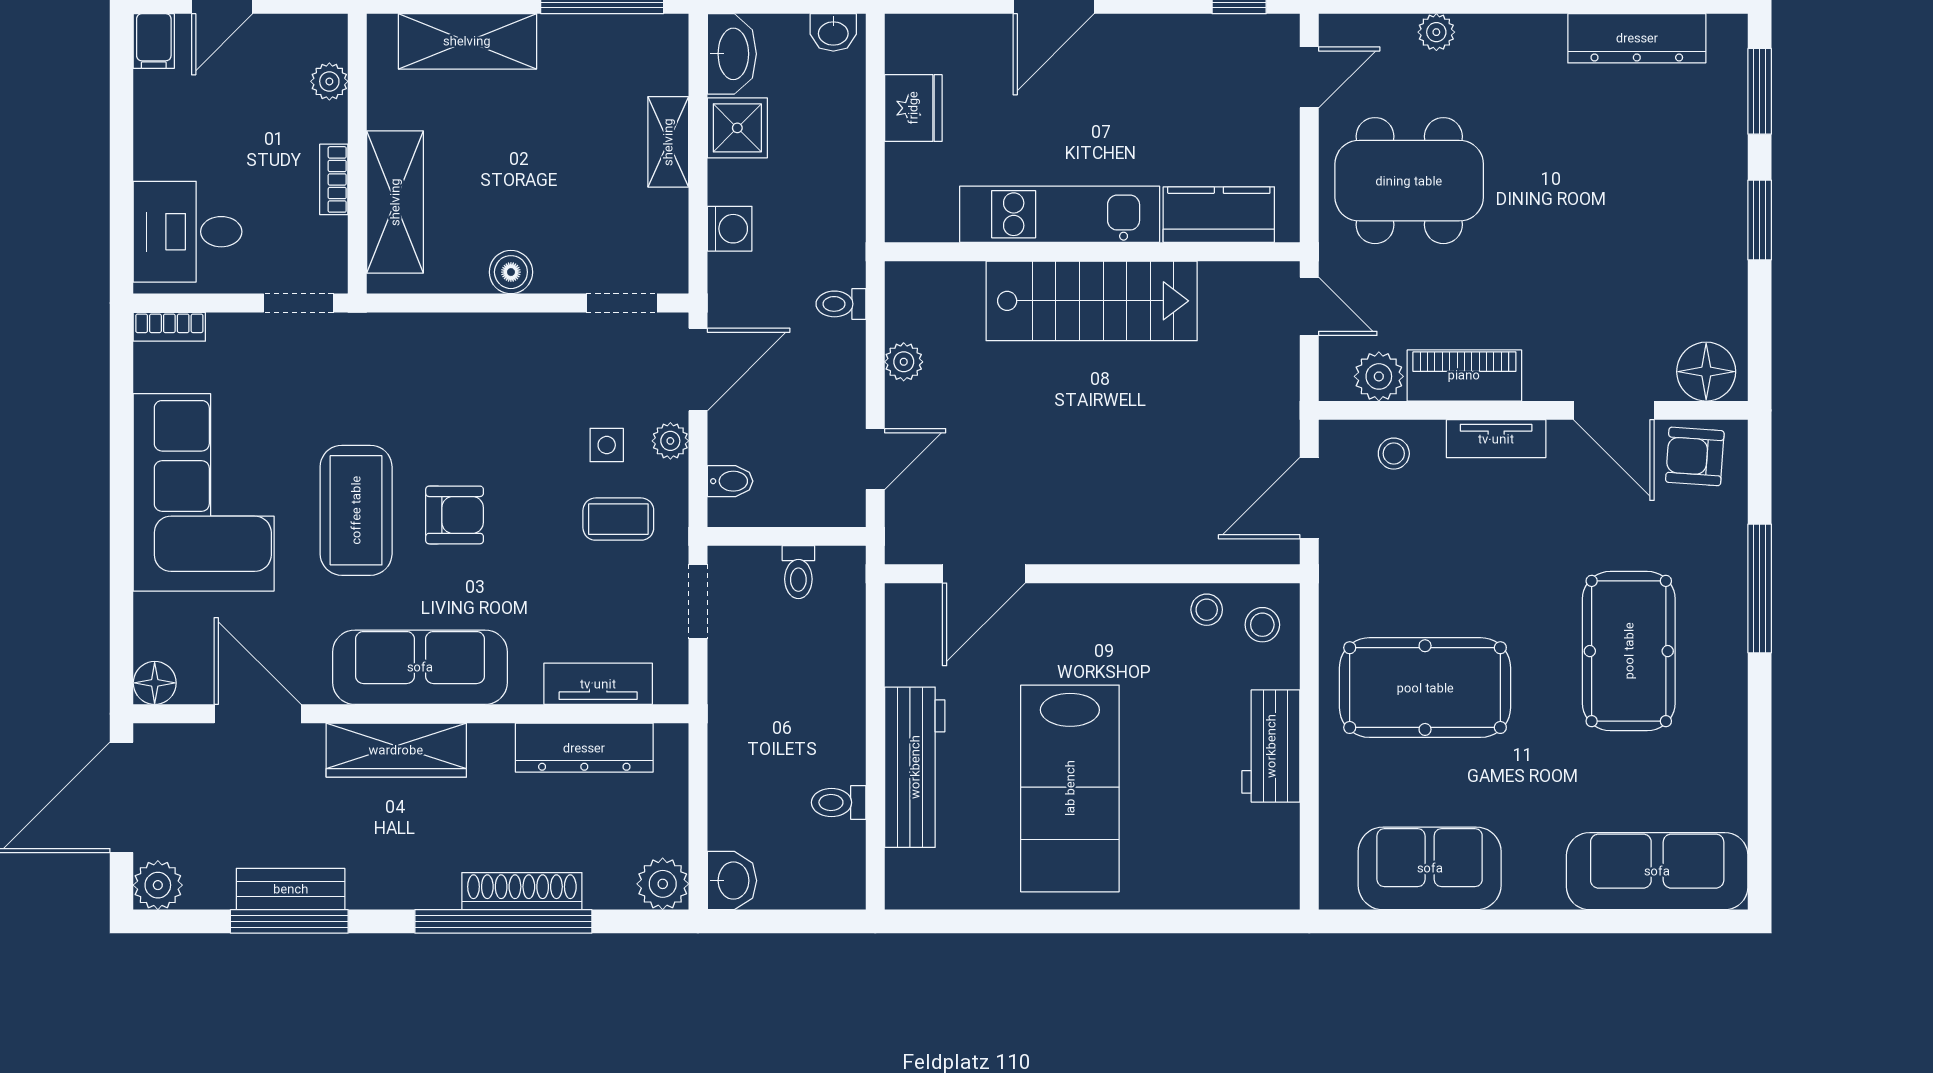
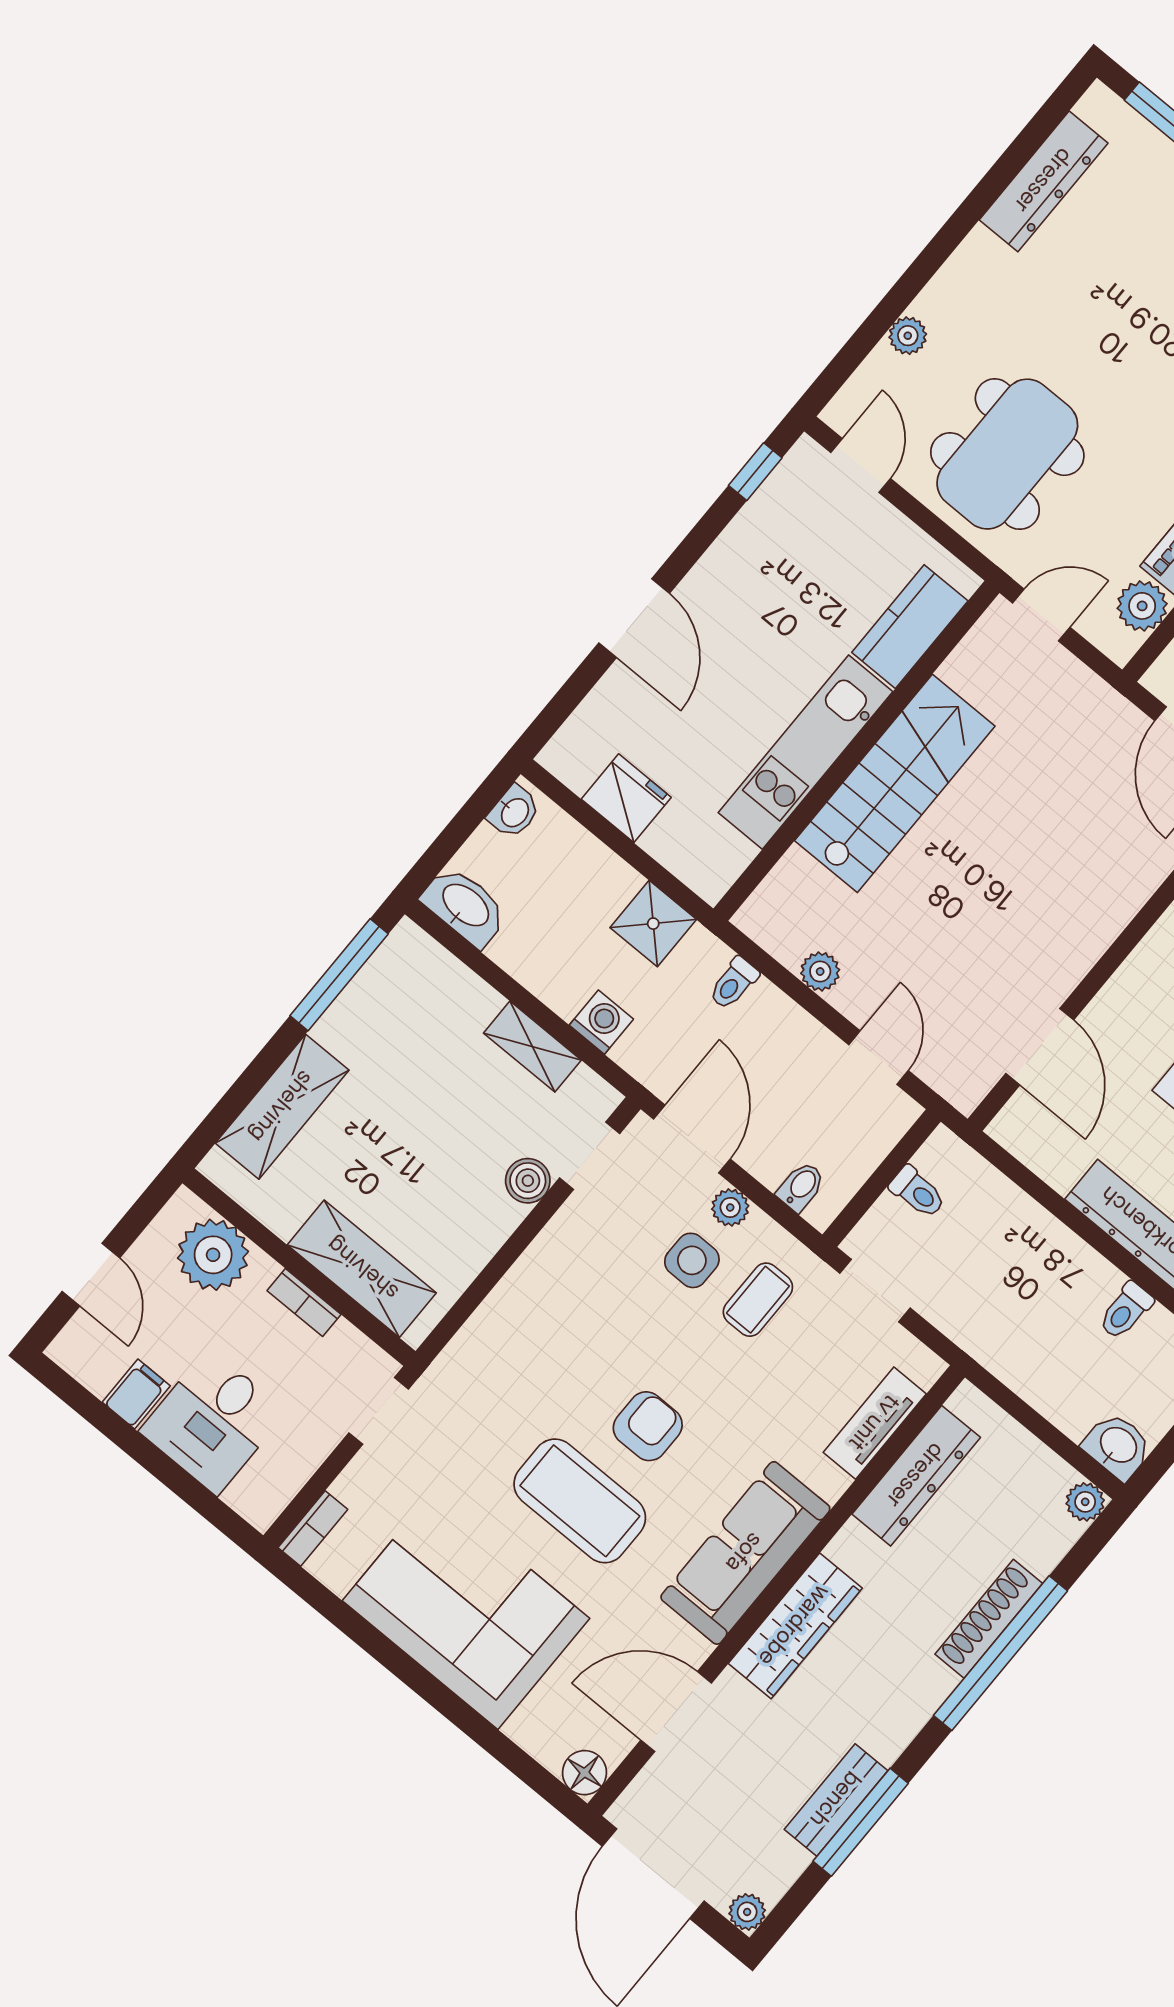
filing cabinet: (154, 41) -> (136, 1394), moved, turned -90
plant: (329, 81) -> (213, 1255), width x1.87, depth x1.87
shower: (737, 128) -> (653, 924), moved
shelving: (668, 142) -> (532, 1047), moved
desk: (188, 232) -> (213, 1422), moved
boiler: (511, 272) -> (528, 1181), moved
side table: (607, 445) -> (692, 1260), width x1.37, depth x1.37
plant: (663, 884) -> (1085, 1502), width x0.73, depth x0.73
plant: (158, 885) -> (747, 1912), width x0.73, depth x0.73

